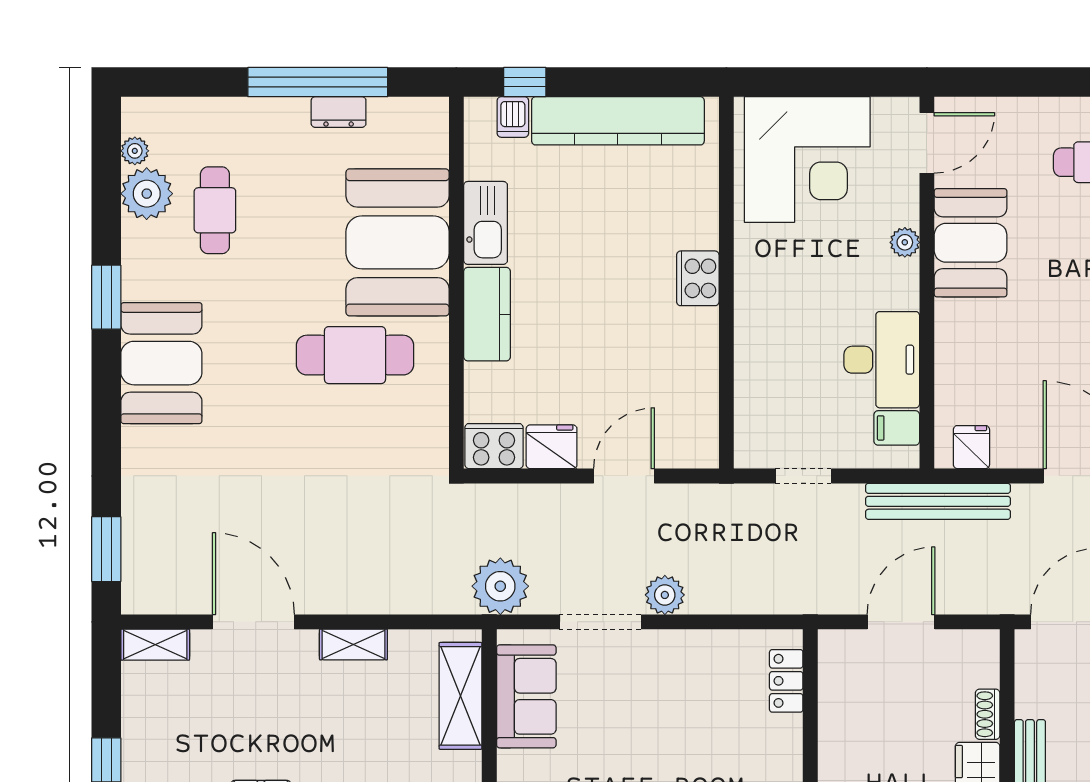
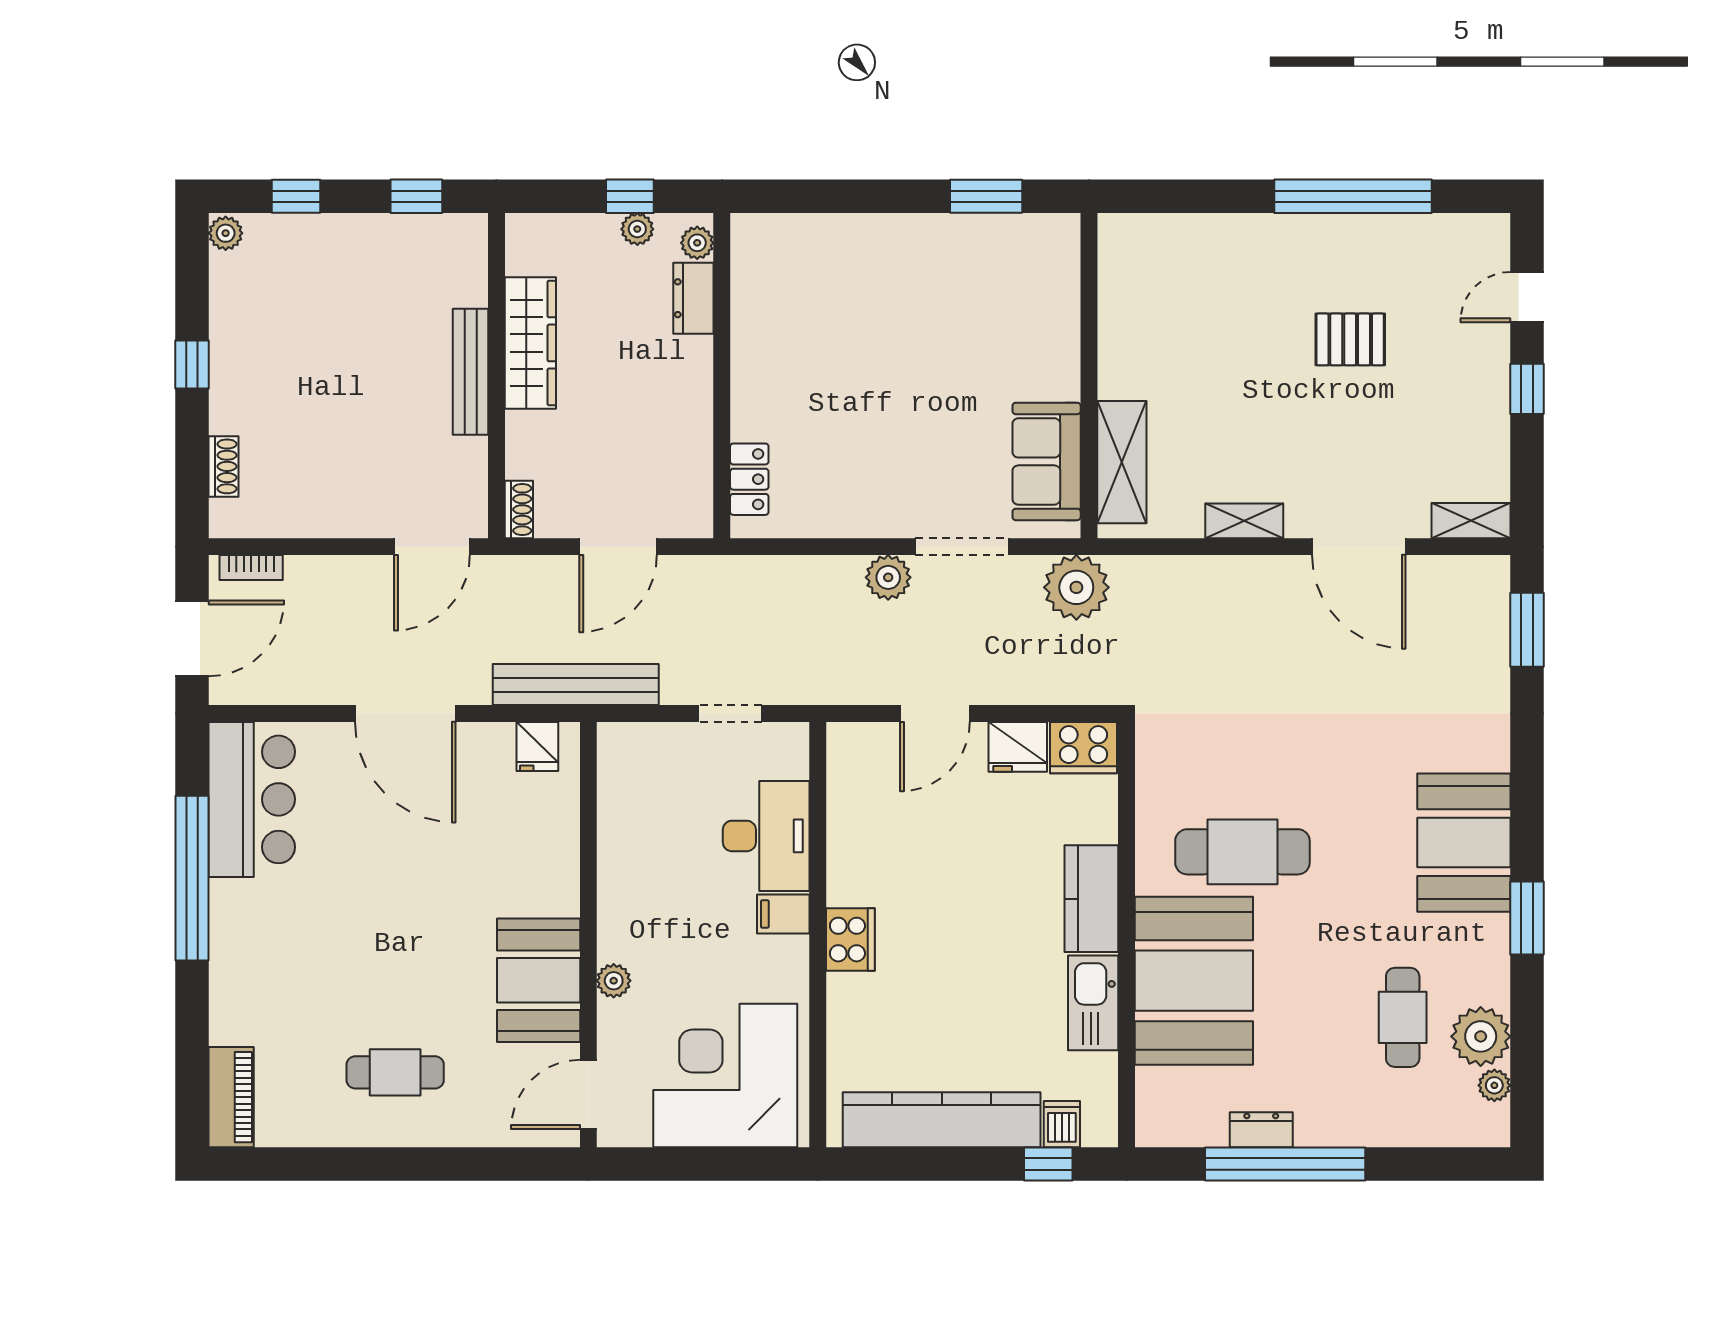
desk: (882, 360) -> (766, 836), moved, turned 180
filing cabinet: (897, 428) -> (783, 914), moved, turned 180
shoe rack: (988, 714) -> (519, 509), moved

